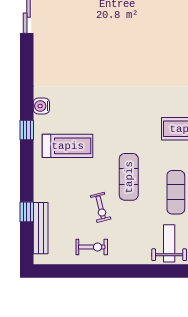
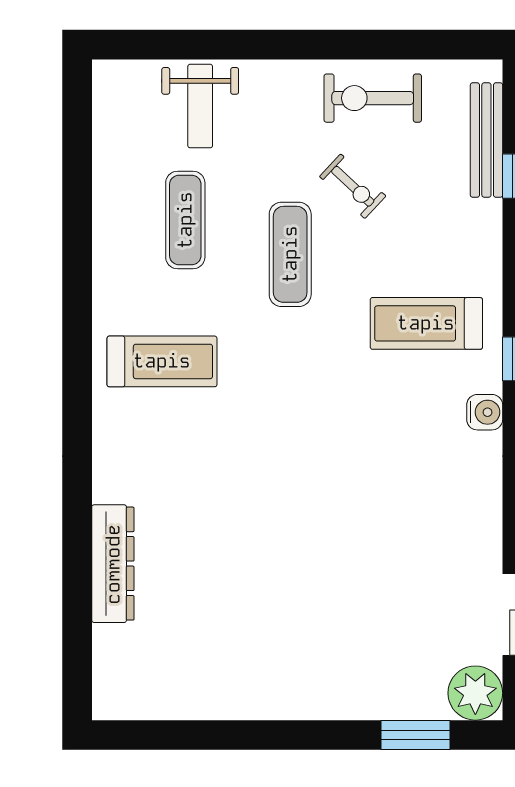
exercise bike: (101, 207) -> (353, 186), turned 147
exercise bike: (92, 247) -> (373, 98), width x1.38, depth x1.39

